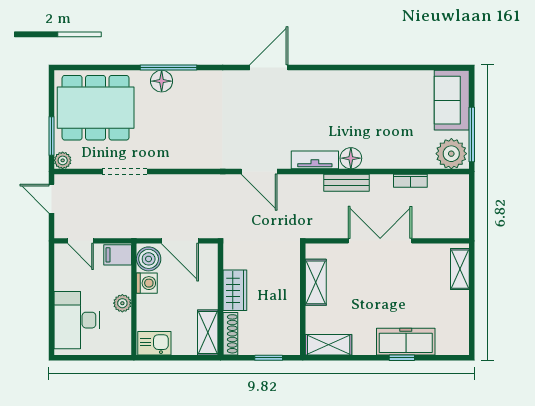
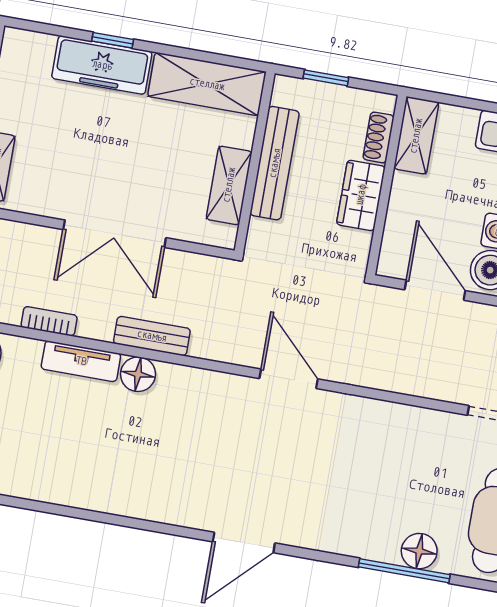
tv unit: (315, 160) -> (81, 361), moved
bench: (291, 301) -> (275, 163), added
shoe rack: (230, 334) -> (379, 137), width x0.70
shelving: (329, 345) -> (207, 84), width x1.50, depth x1.33

